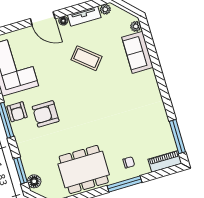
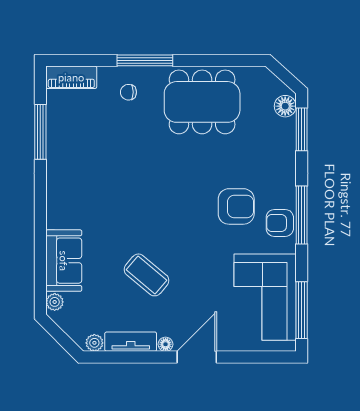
door: (43, 19) -> (197, 357), hinge flipped
armchair: (17, 112) -> (280, 223), turned -90
window: (177, 137) -> (40, 132), moved

